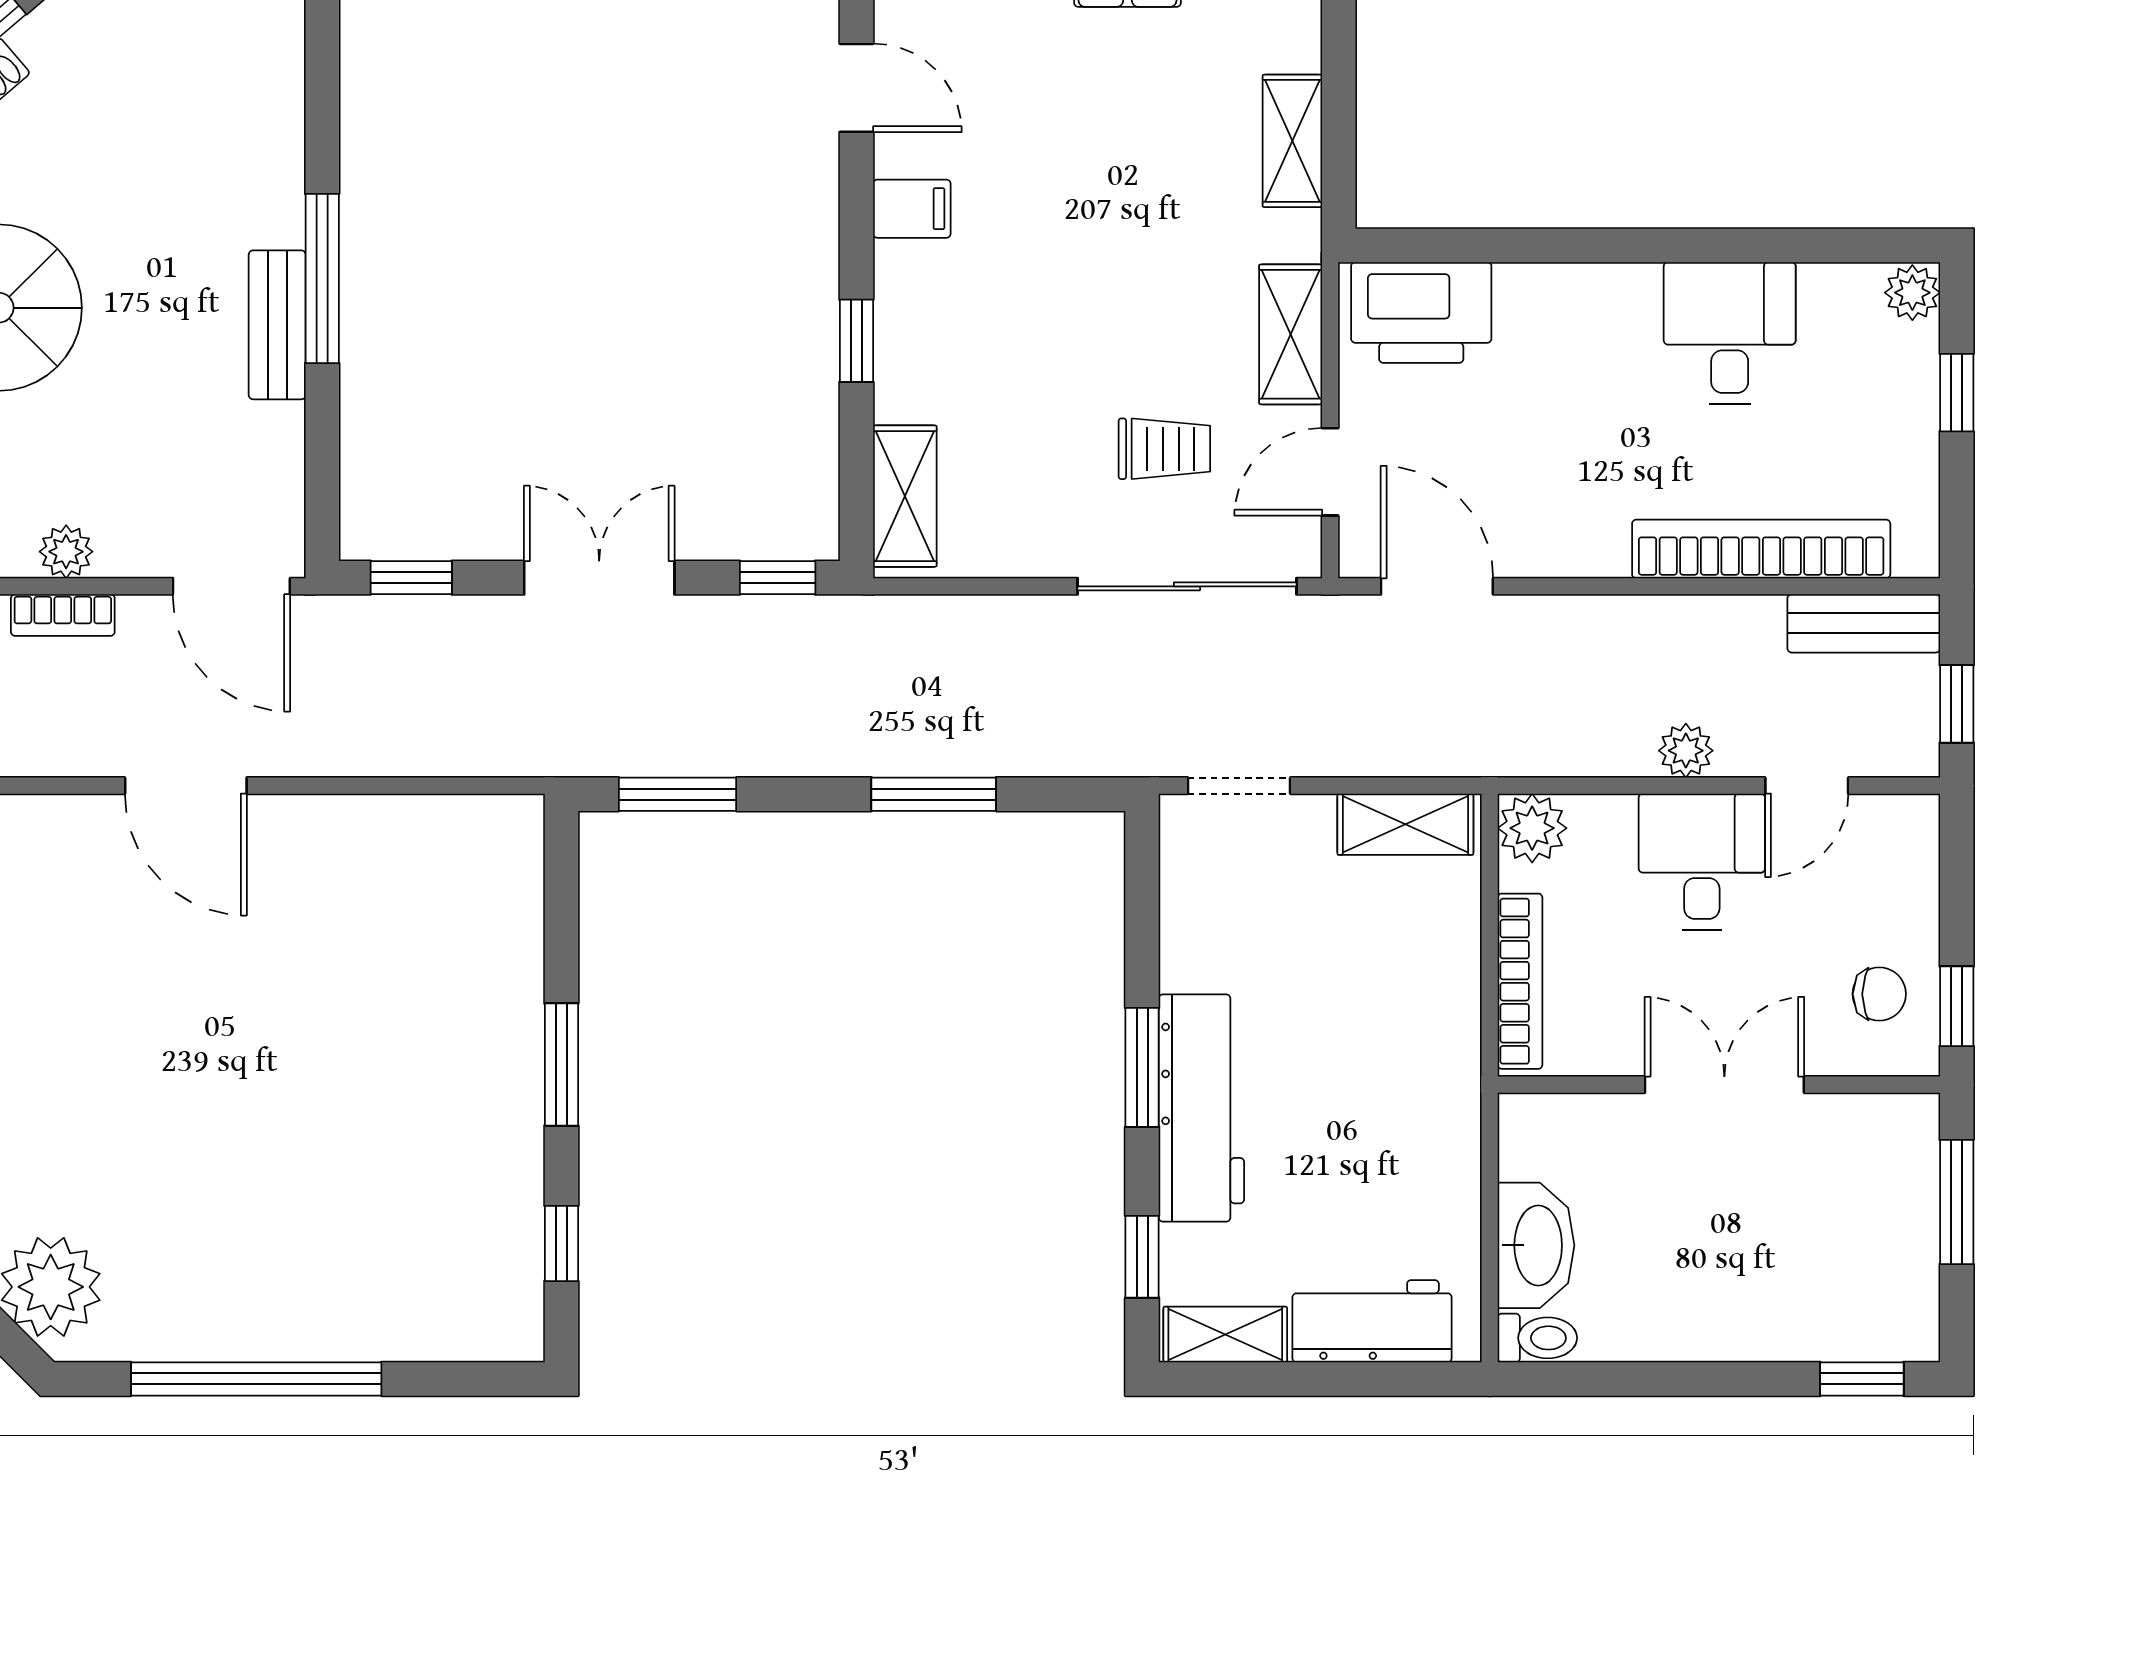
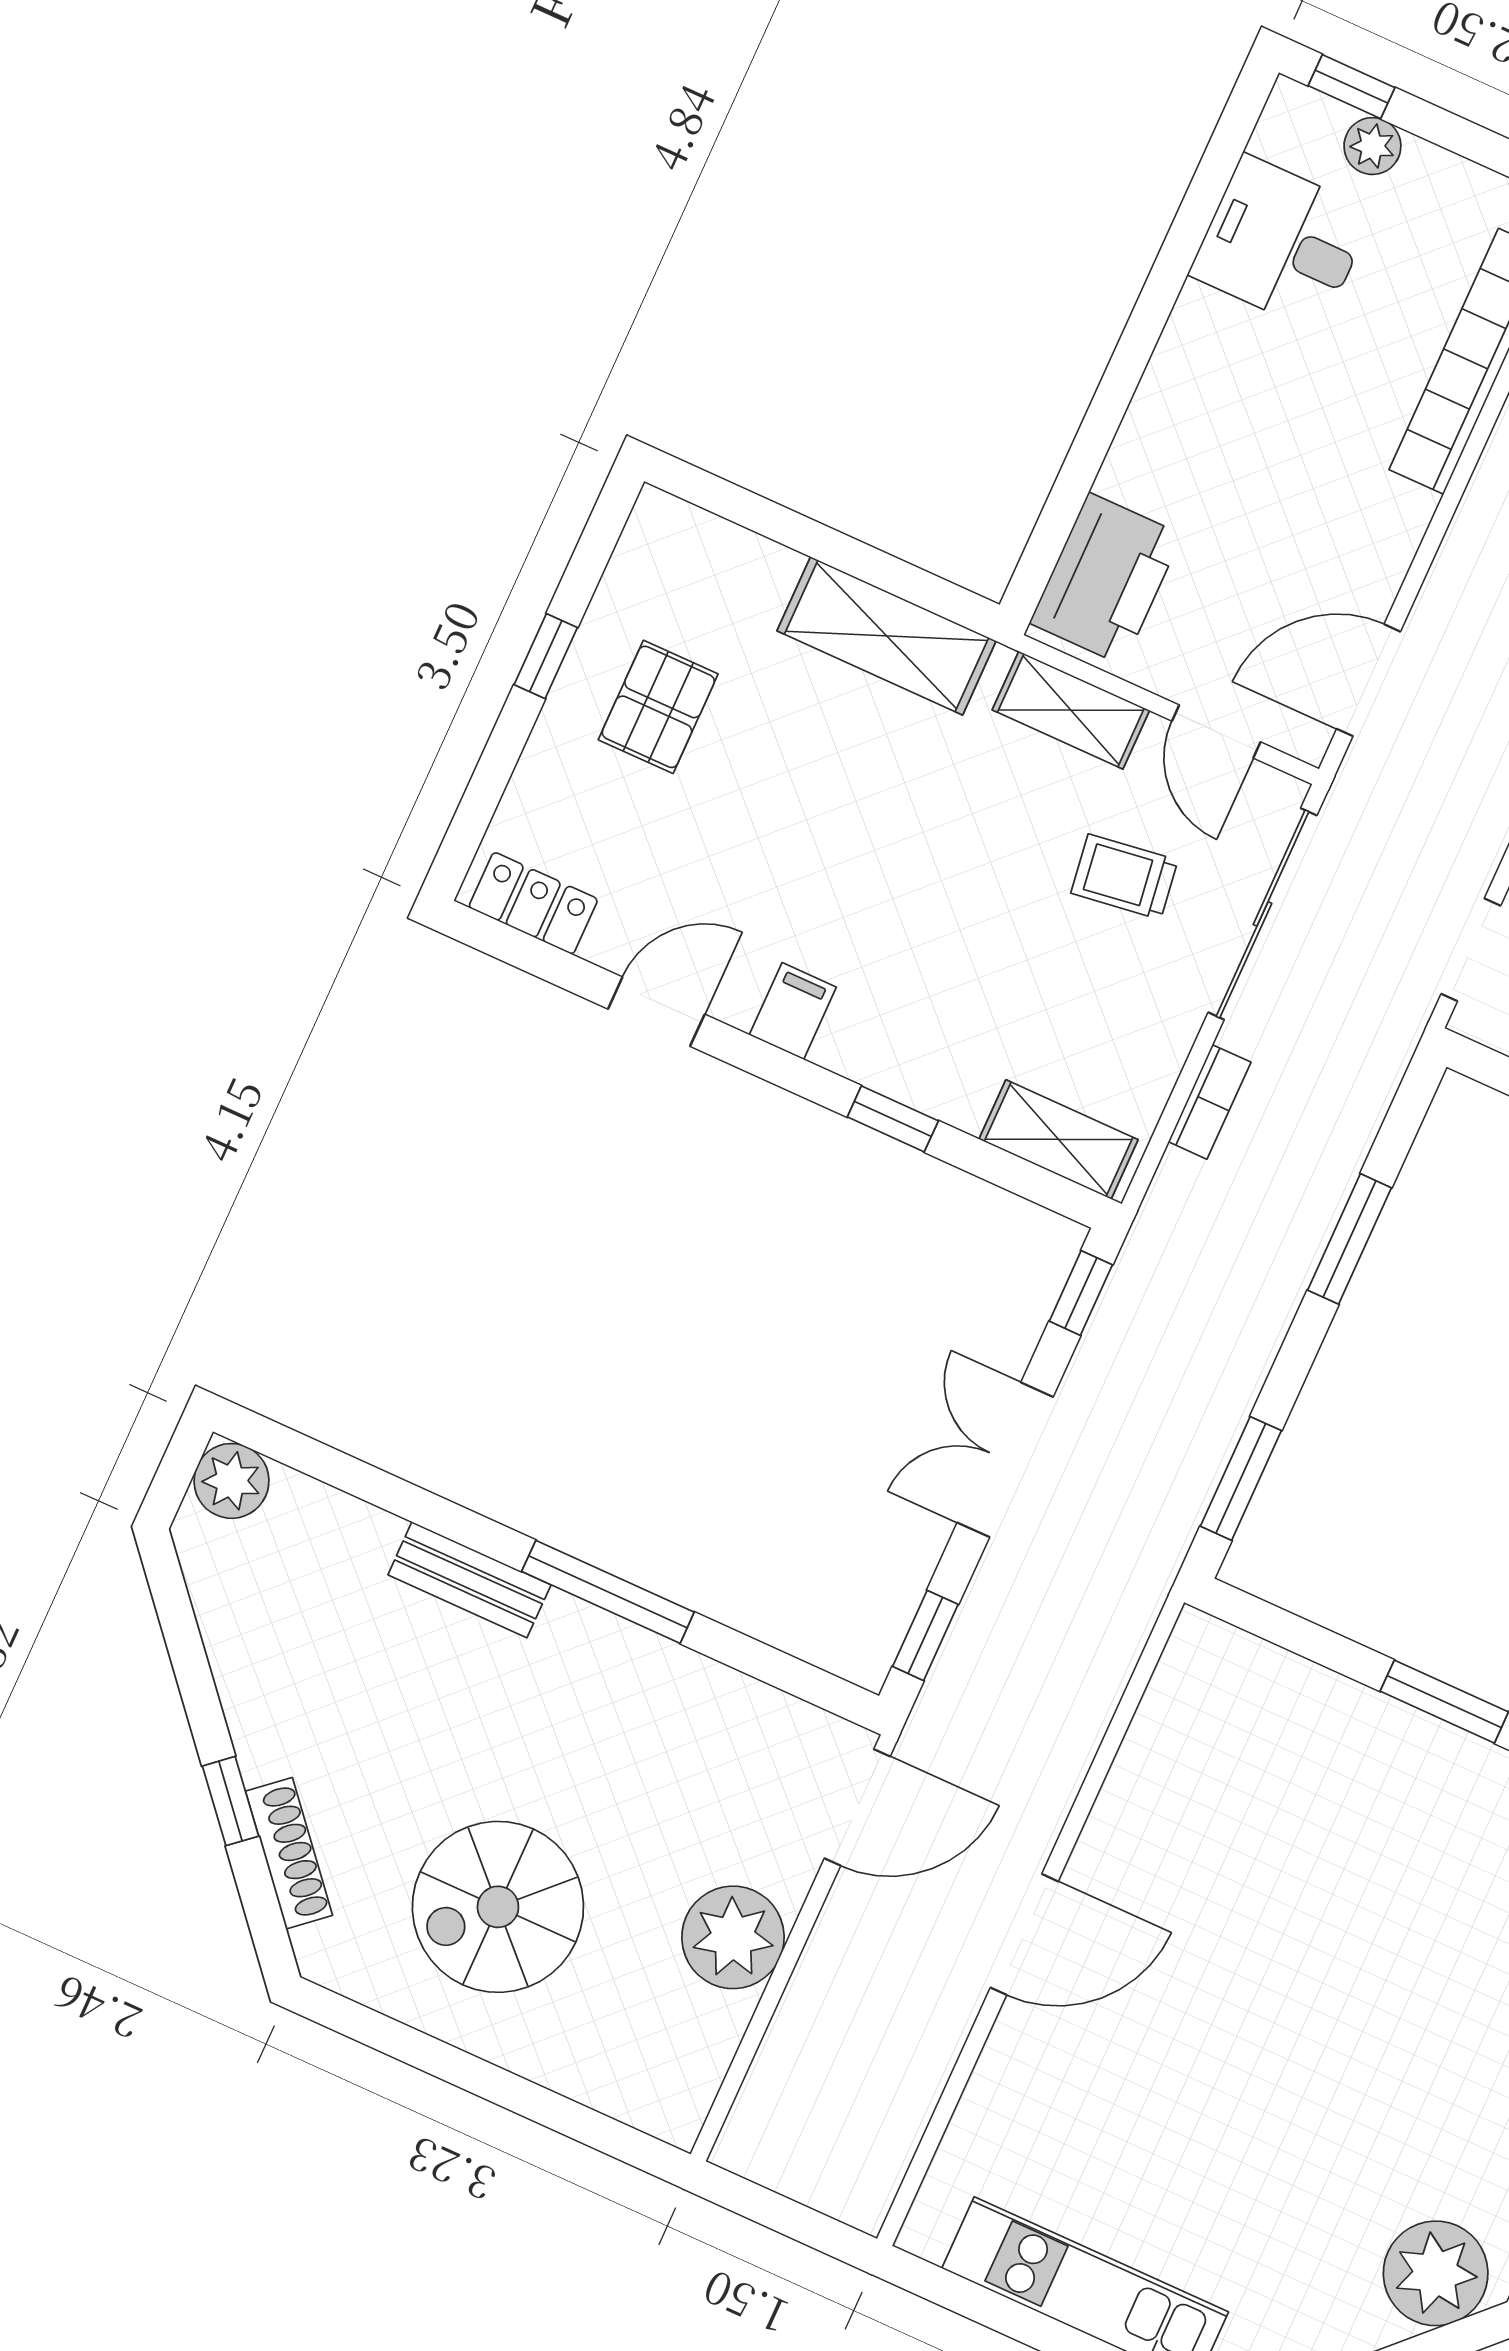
shelving: (1292, 141) -> (887, 636), width x1.50, depth x1.33
plant: (1912, 293) -> (1372, 146), moved
bench: (277, 325) -> (469, 1580), moved
desk: (1730, 333) -> (1281, 243), moved
window: (1957, 393) -> (1352, 87), moved
trolley: (1164, 449) -> (1124, 877), turned -98
plant: (66, 552) -> (733, 1937), width x1.88, depth x1.88
bookcase: (63, 615) -> (1210, 1102), moved

